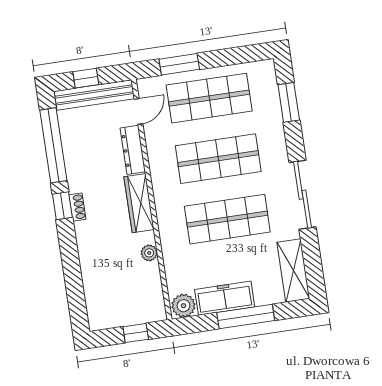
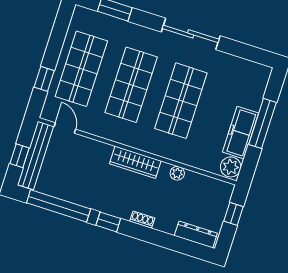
window: (179, 64) -> (44, 79), width x0.67
dresser: (133, 150) -> (196, 234), moved, turned 180
shoe rack: (77, 207) -> (142, 220), moved
shelving: (293, 271) -> (245, 70), removed

